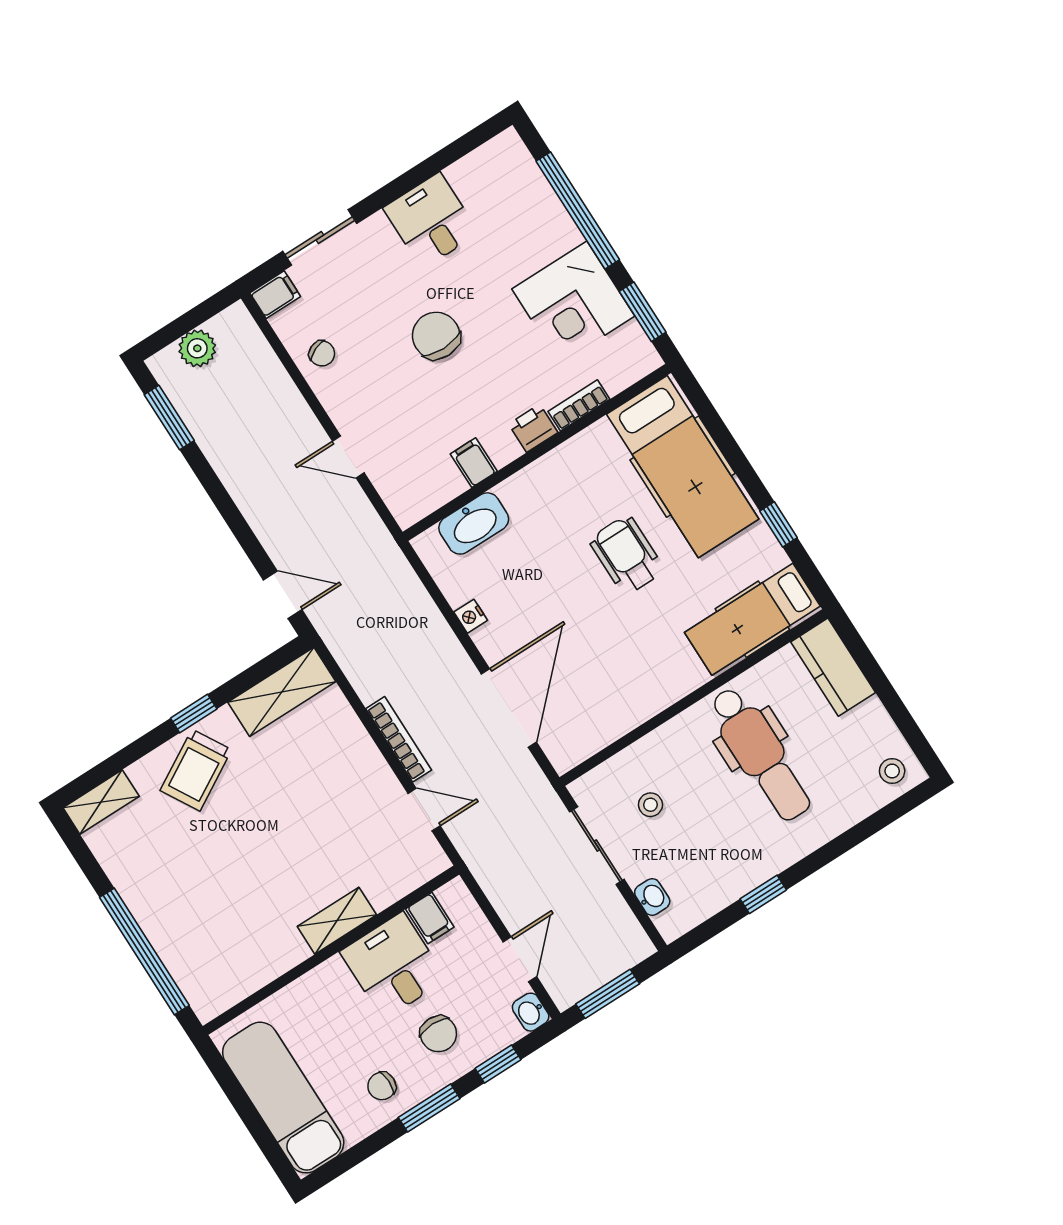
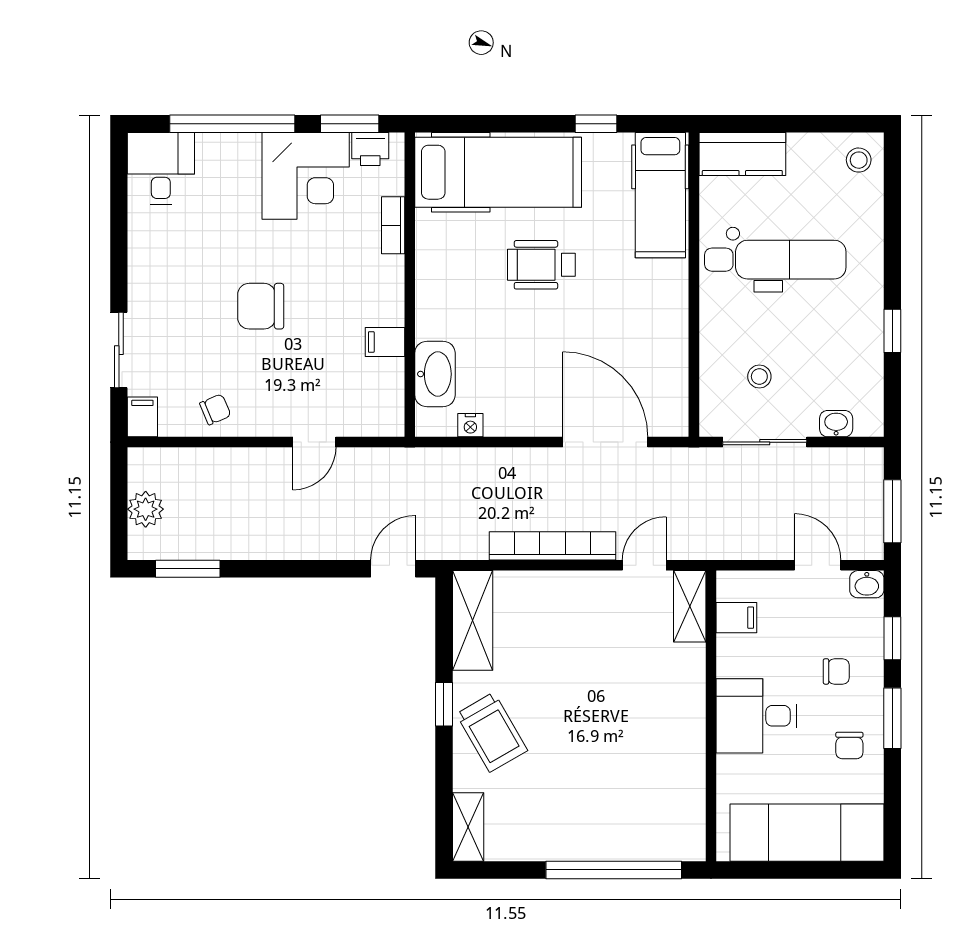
desk: (431, 221) -> (161, 168), moved, turned 90
printer: (533, 428) -> (370, 149), moved, turned -90
nightstand: (471, 616) -> (470, 425), moved
bookcase: (399, 739) -> (553, 546), width x1.48, depth x1.31
shelving: (337, 921) -> (690, 606), moved
desk: (393, 966) -> (756, 716), moved
chair: (438, 1034) -> (836, 671), width x0.73, depth x0.73

